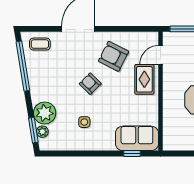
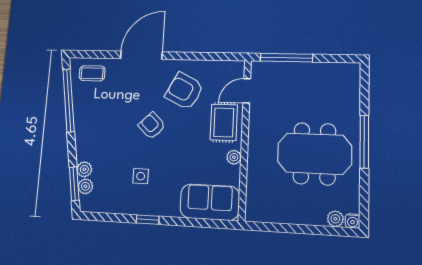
plant: (153, 105) -> (234, 157), added
plant: (45, 113) -> (84, 169), width x0.53, depth x0.53
window: (132, 154) -> (148, 220), moved

